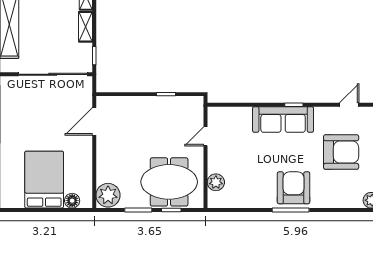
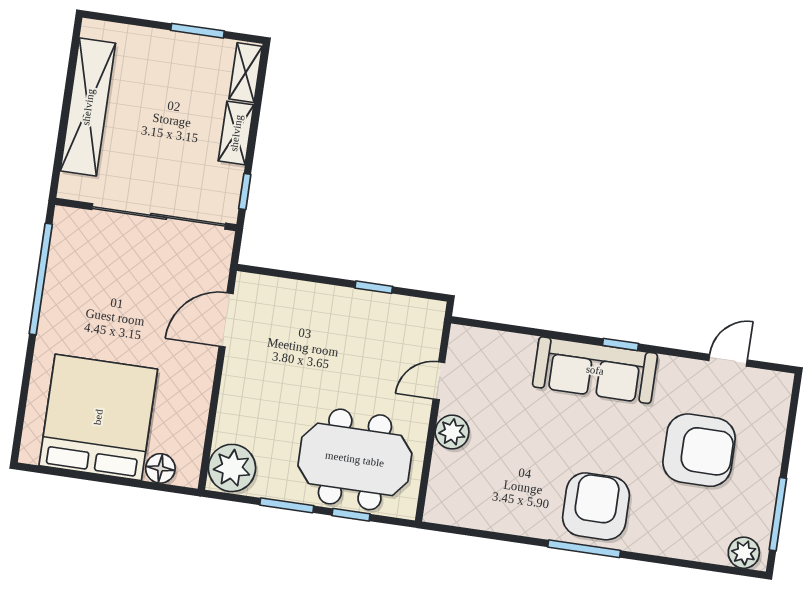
bed: (44, 180) -> (98, 417), width x1.36
plant: (216, 182) -> (452, 432), moved

